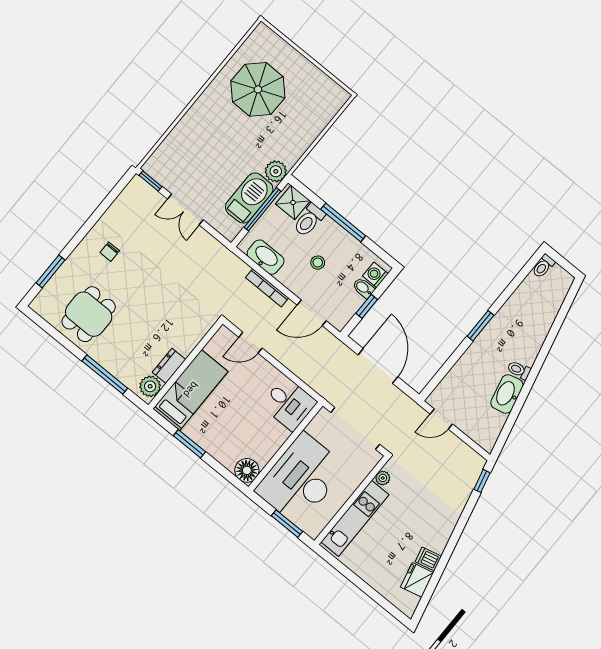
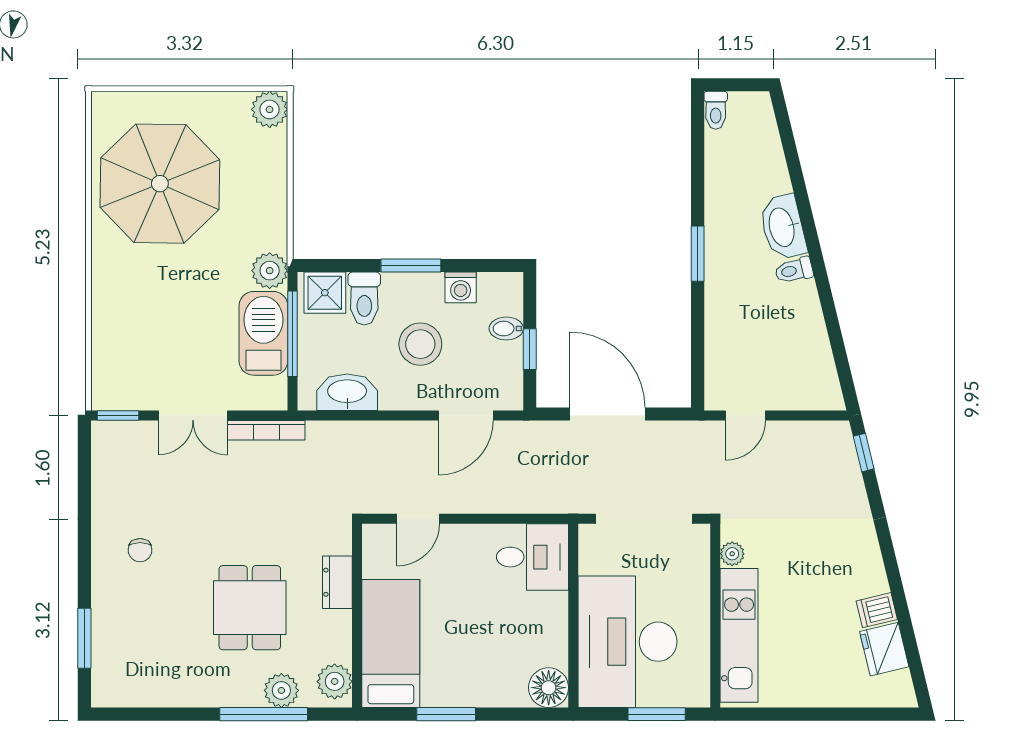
parasol: (258, 89) -> (160, 184), width x1.36, depth x1.36
plant: (337, 97) -> (270, 109), added
window: (343, 223) -> (411, 266), width x0.69
stool: (318, 263) -> (420, 344), width x1.89, depth x1.89
washing machine: (375, 275) -> (461, 287), moved, turned -90
bookcase: (267, 288) -> (266, 430), moved
dining table: (89, 314) -> (250, 608), moved
dresser: (169, 366) -> (337, 582), moved
plant: (122, 370) -> (281, 690), added
washbasin: (507, 394) -> (783, 227), moved

